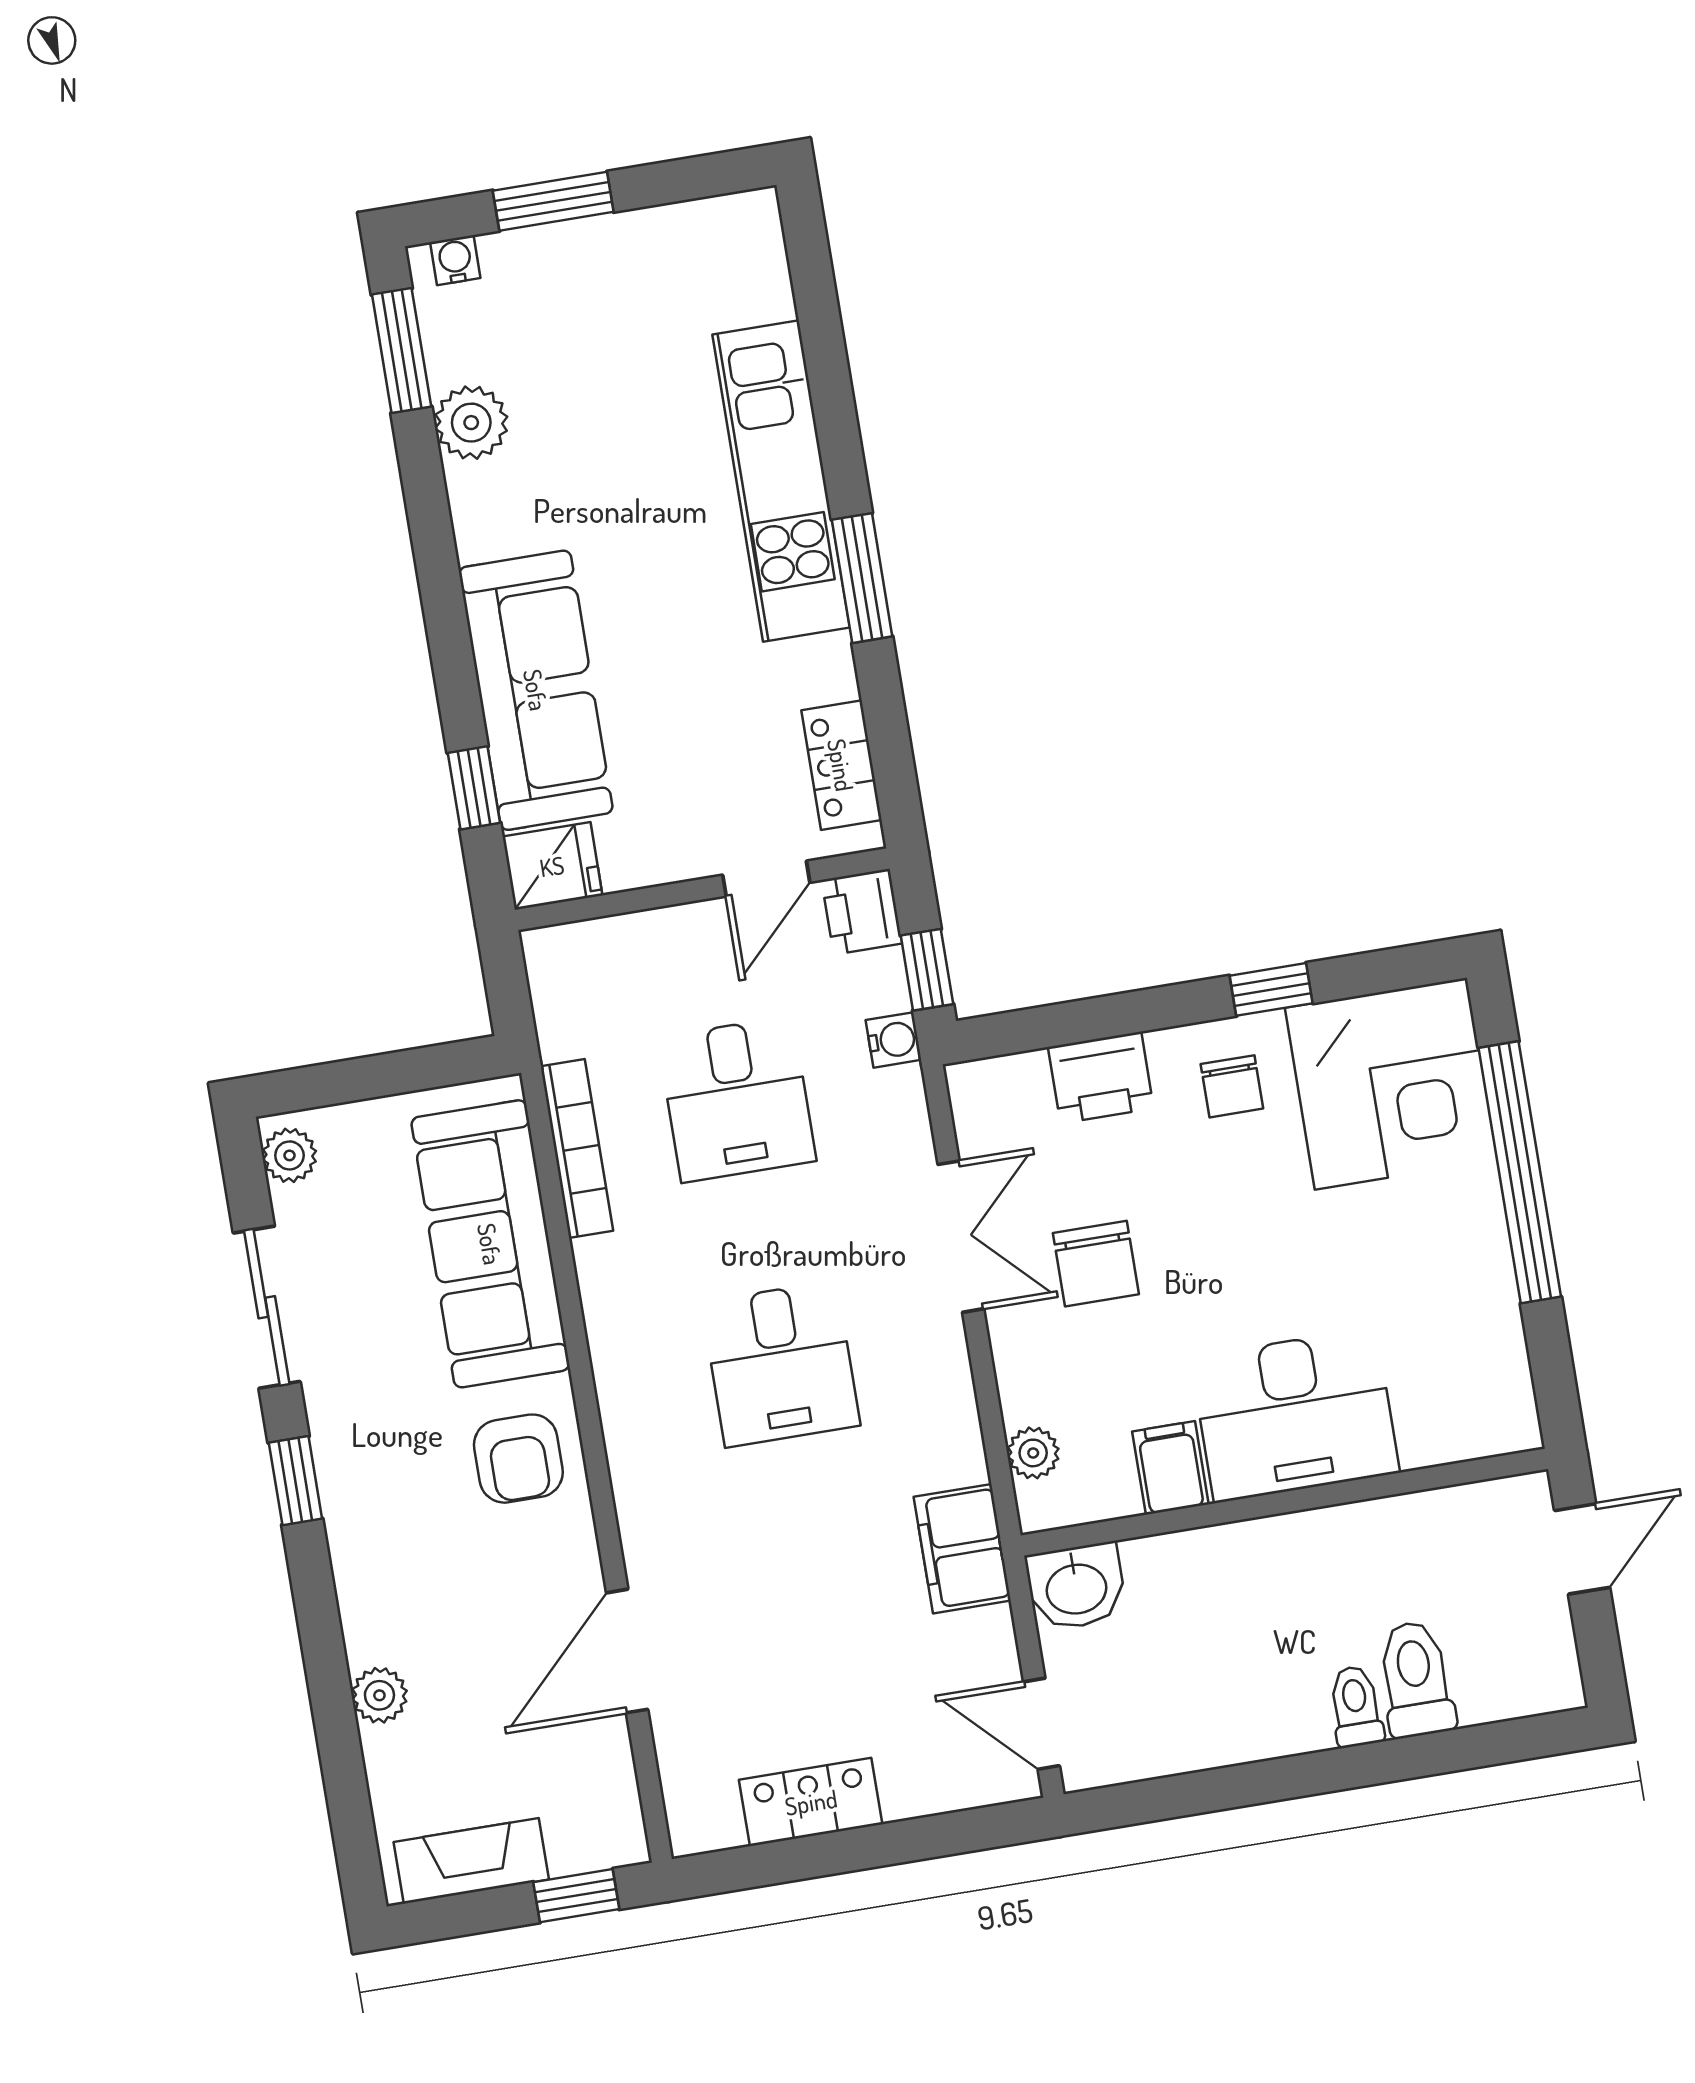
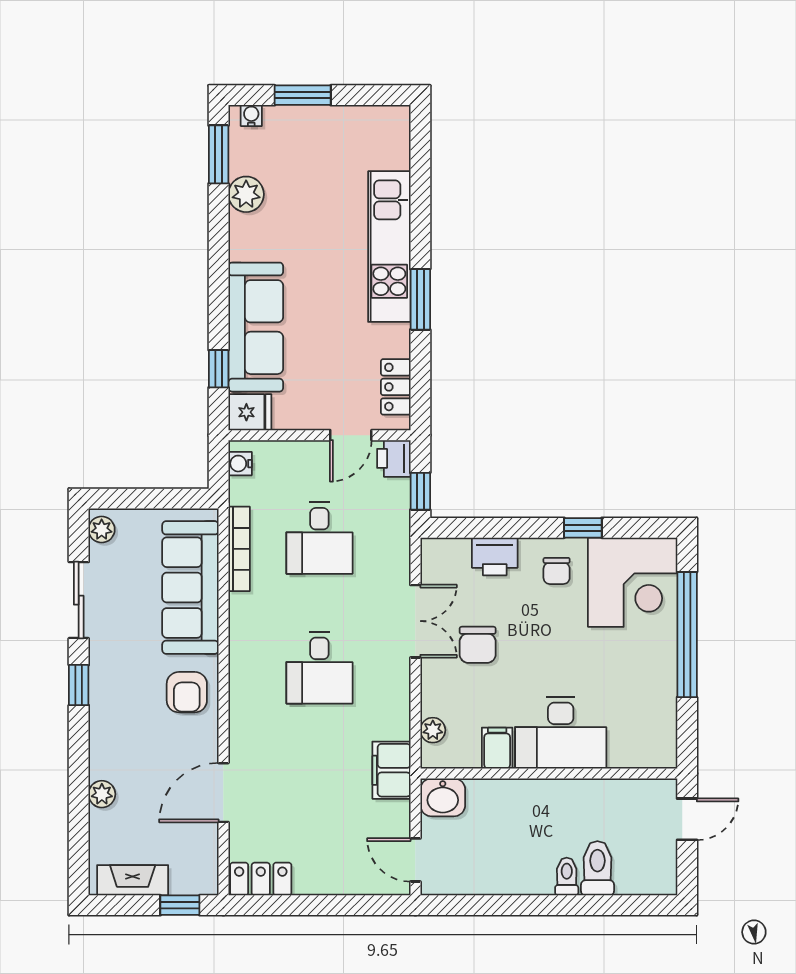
water cooler: (893, 1040) -> (240, 464), moved, turned 180
locker: (811, 1802) -> (261, 879), moved

